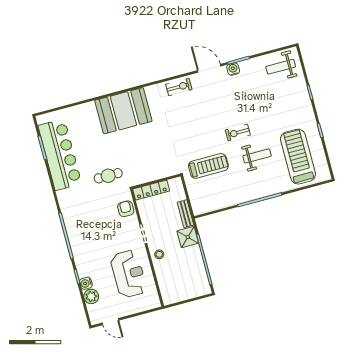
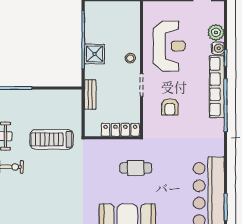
cafe table: (108, 176) -> (136, 168), moved
armchair: (126, 209) -> (170, 107), moved
shower: (188, 237) -> (95, 54), moved
row of seats: (78, 250) -> (217, 87), added
reception desk: (129, 274) -> (169, 46), turned 180

